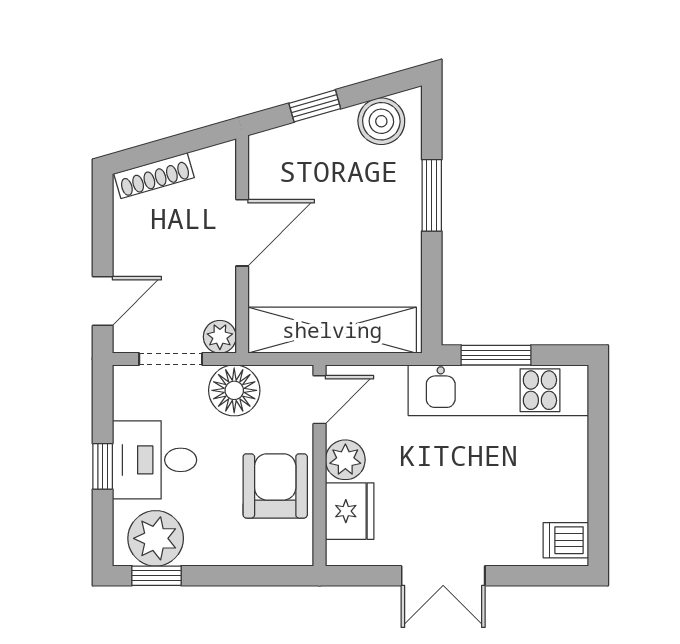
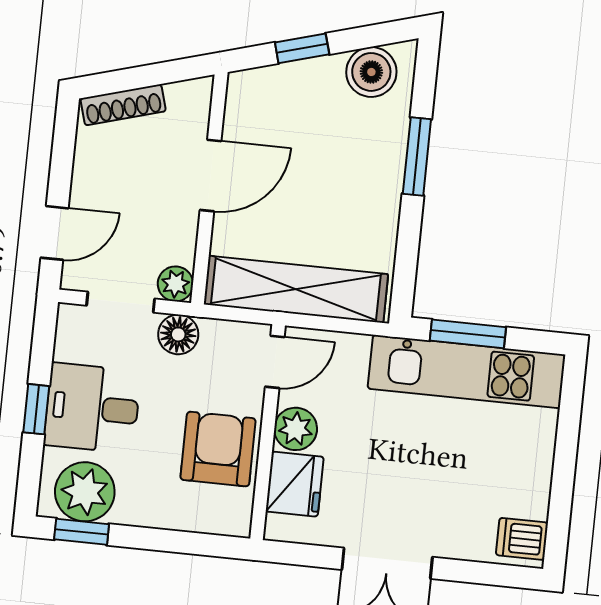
floor lamp: (234, 390) -> (178, 334), width x0.73, depth x0.73

